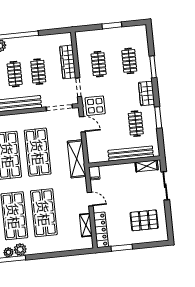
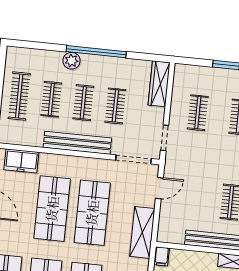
wardrobe: (68, 62) -> (159, 84), moved
display table: (95, 106) -> (182, 167), removed
door: (82, 124) -> (159, 188), hinge flipped

